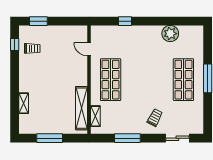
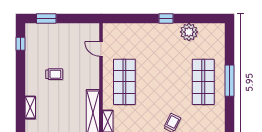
window: (125, 21) -> (166, 19), moved
trolley: (32, 48) -> (54, 74), moved

